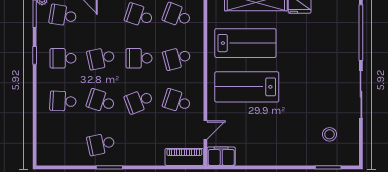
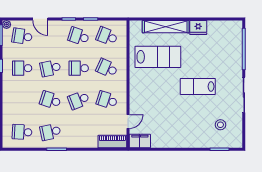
school desk: (177, 58) -> (107, 68), turned 39
lab bench: (247, 87) -> (198, 86), moved, width x0.73, depth x0.72
school desk: (63, 101) -> (22, 132), moved

